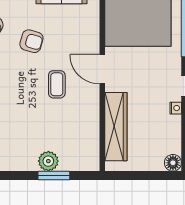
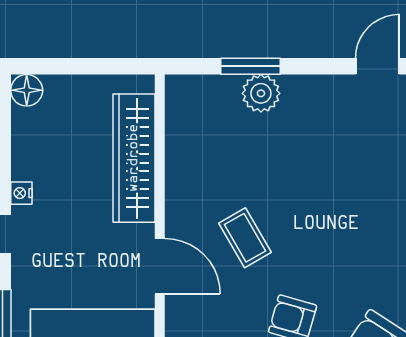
coffee table: (57, 84) -> (245, 238), turned -30

